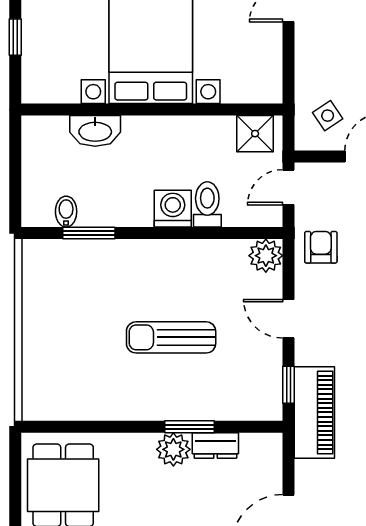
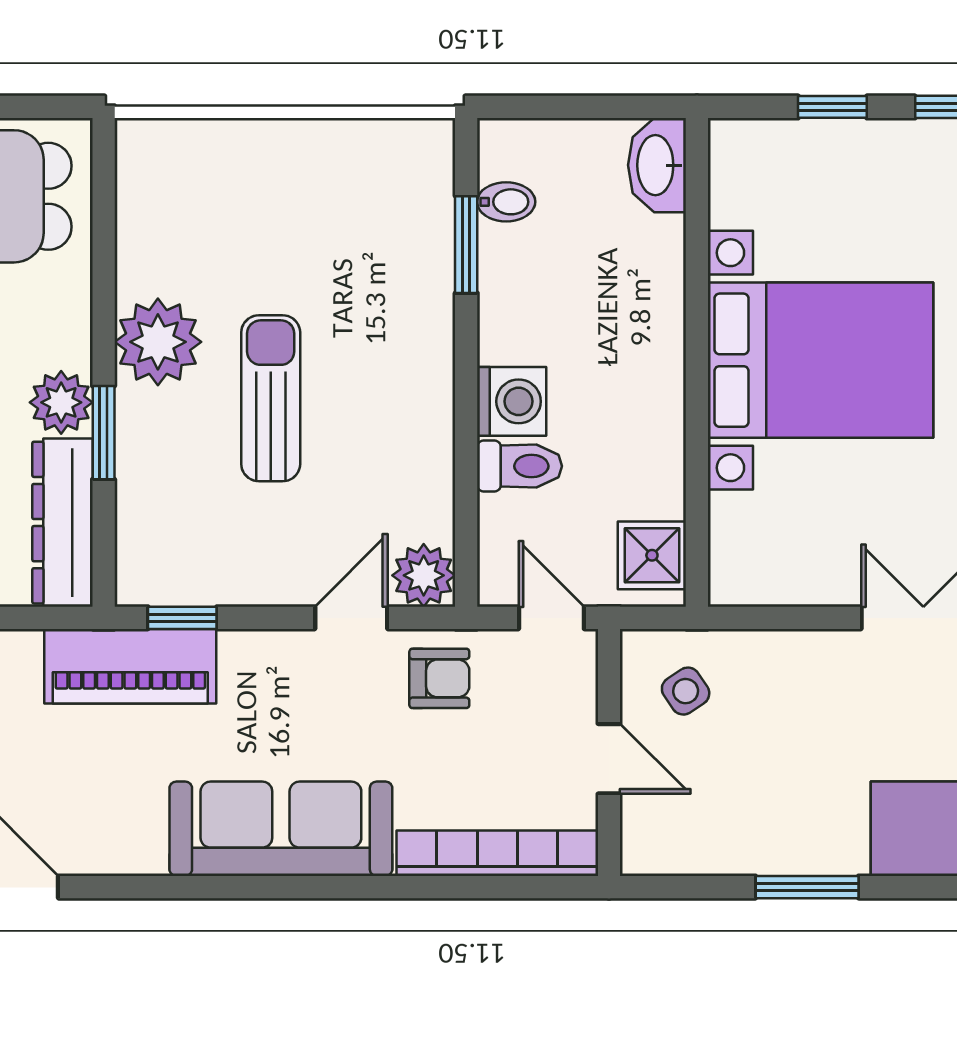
washbasin: (95, 131) -> (657, 165), moved
door: (288, 319) -> (351, 618), moved
plant: (141, 398) -> (158, 342), added
dresser: (215, 446) -> (63, 523), width x1.96, depth x1.24

